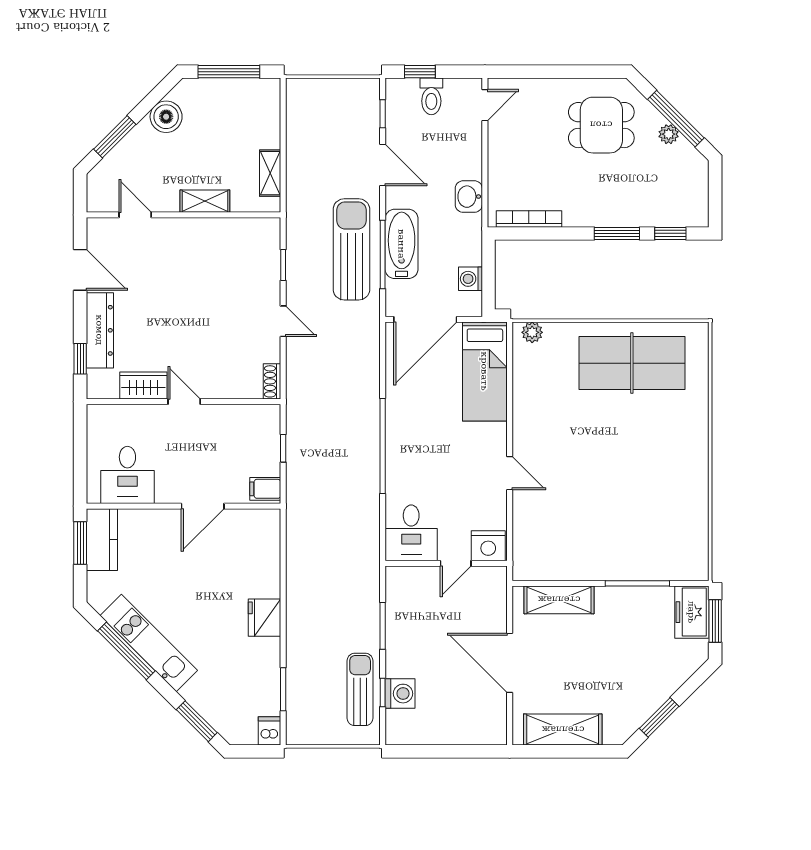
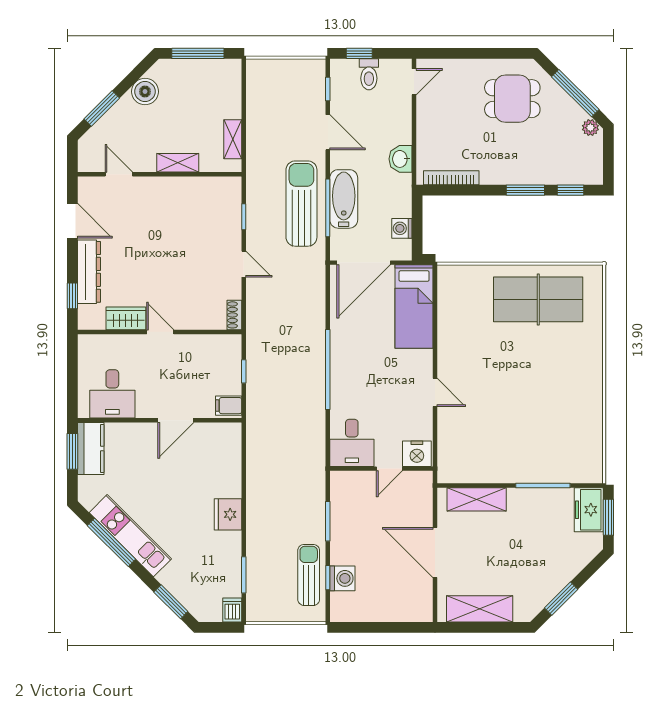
plant: (669, 134) -> (590, 128), moved
plant: (532, 332) -> (454, 274), removed

